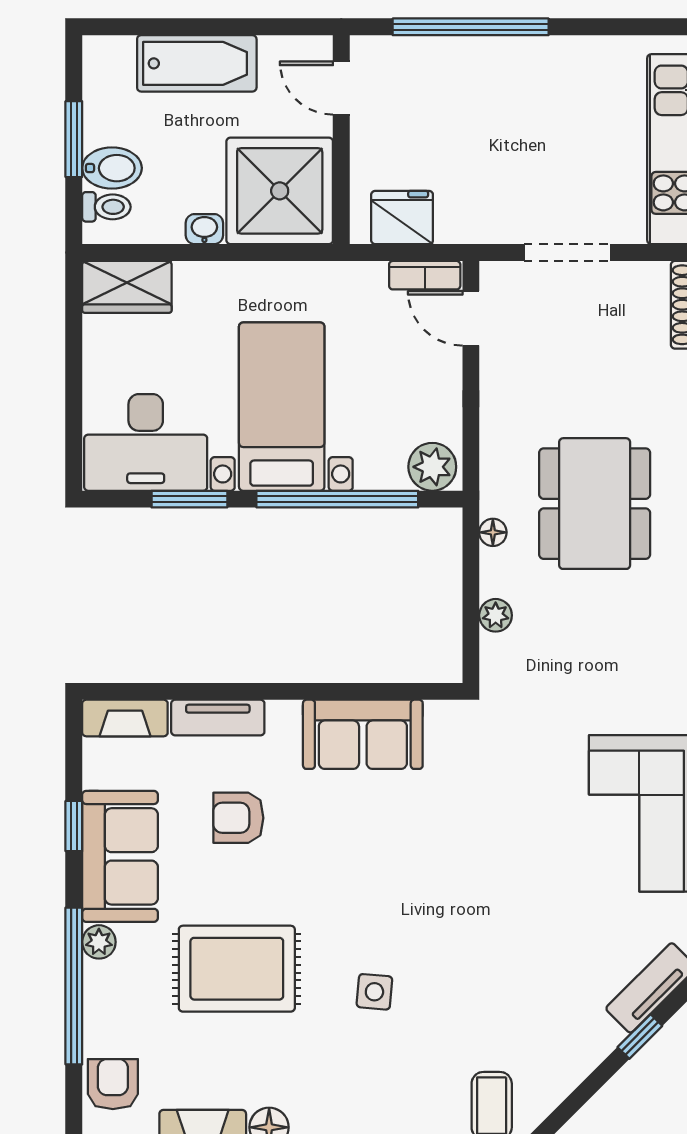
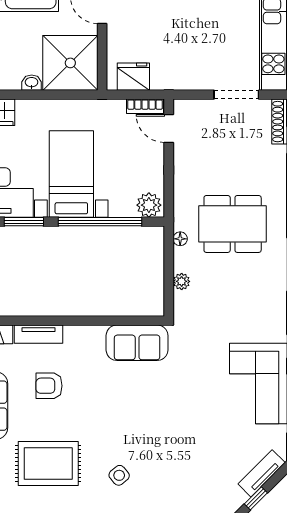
doorway: (568, 253) -> (236, 95), moved
dining table: (595, 504) -> (233, 224), turned 90
sofa: (363, 734) -> (137, 343), moved
side table: (374, 992) -> (119, 475), turned 45

